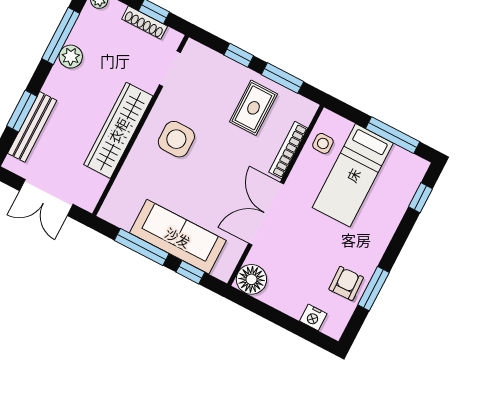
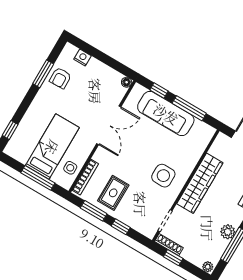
shoe rack: (145, 23) -> (169, 245), moved
window: (393, 135) -> (38, 178), moved
bookcase: (288, 150) -> (85, 177), moved
floor lamp: (251, 279) -> (127, 82), width x0.53, depth x0.53

